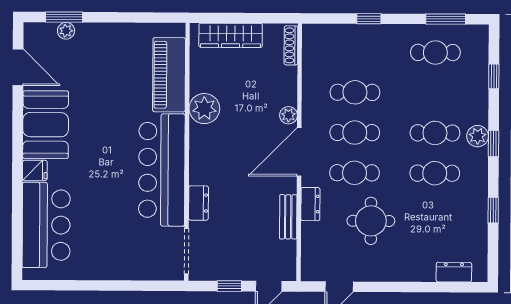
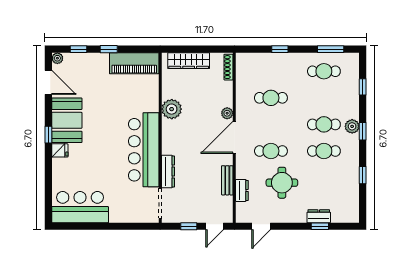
window: (64, 17) -> (79, 49), width x0.67
window: (110, 17) -> (109, 49), added
plant: (66, 31) -> (57, 58), moved
piano: (169, 75) -> (134, 63), moved, turned -90
cafe table: (355, 133) -> (271, 124), removed
window: (18, 146) -> (48, 135), added
dresser: (198, 203) -> (168, 171), width x1.44
dresser: (310, 204) -> (242, 190), moved
bar counter: (46, 225) -> (80, 207), moved, turned -90
dresser: (454, 272) -> (319, 216), moved
window: (428, 287) -> (320, 226), added

